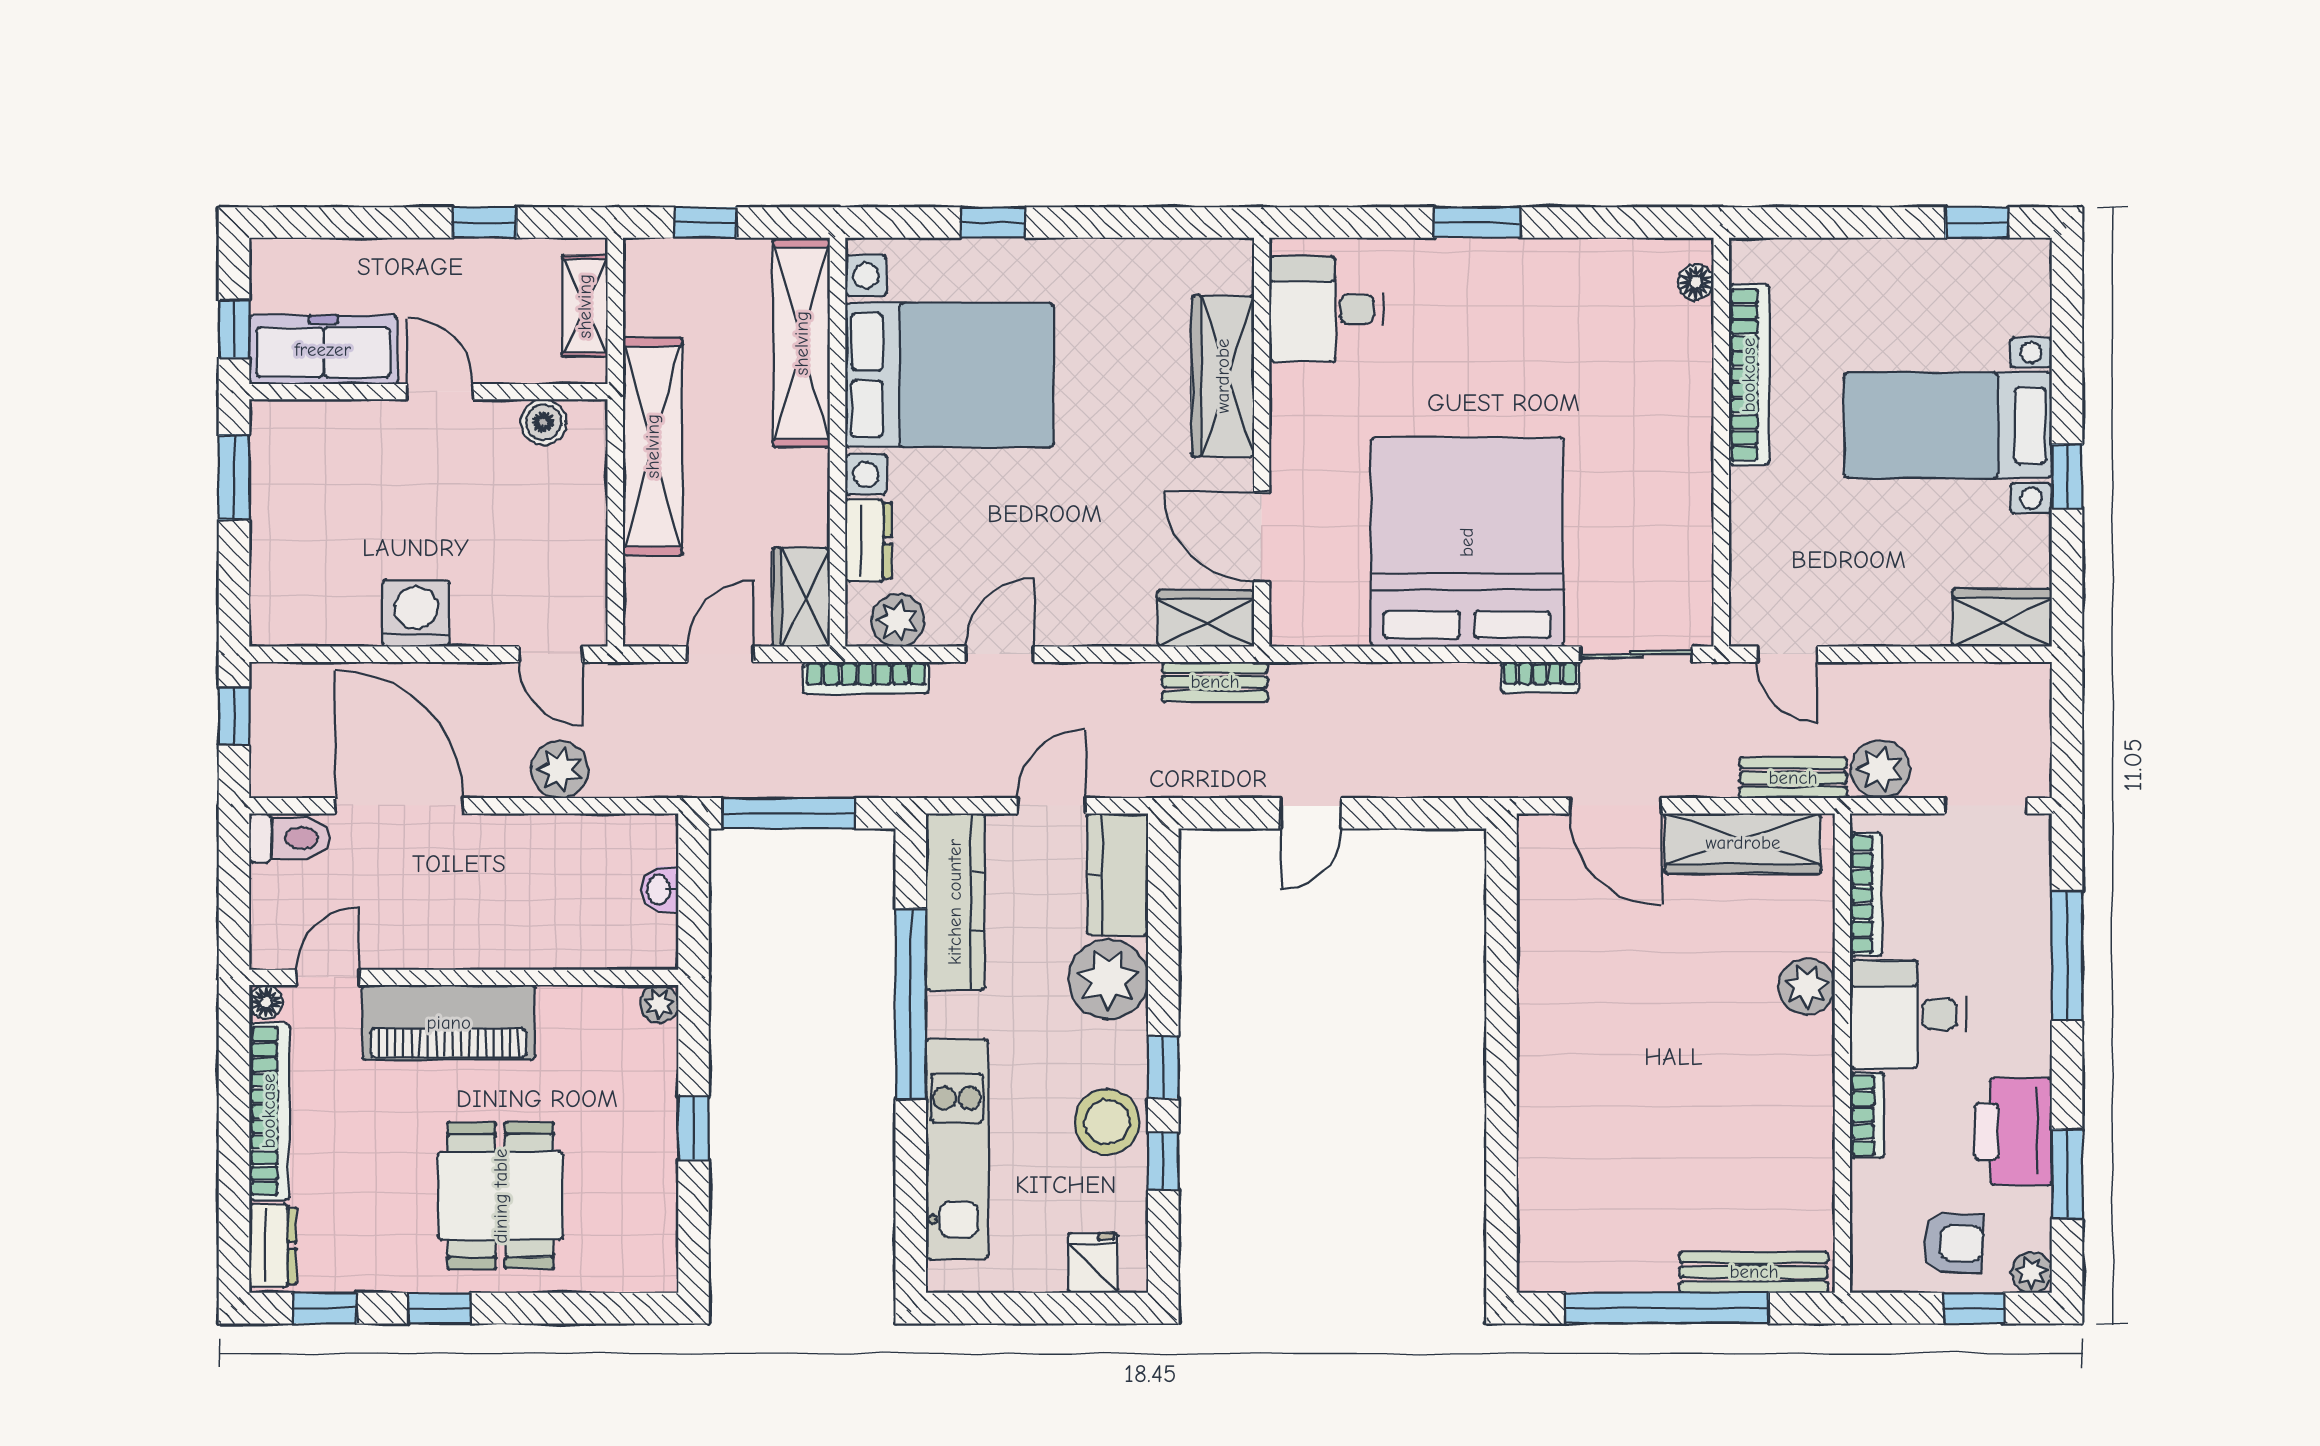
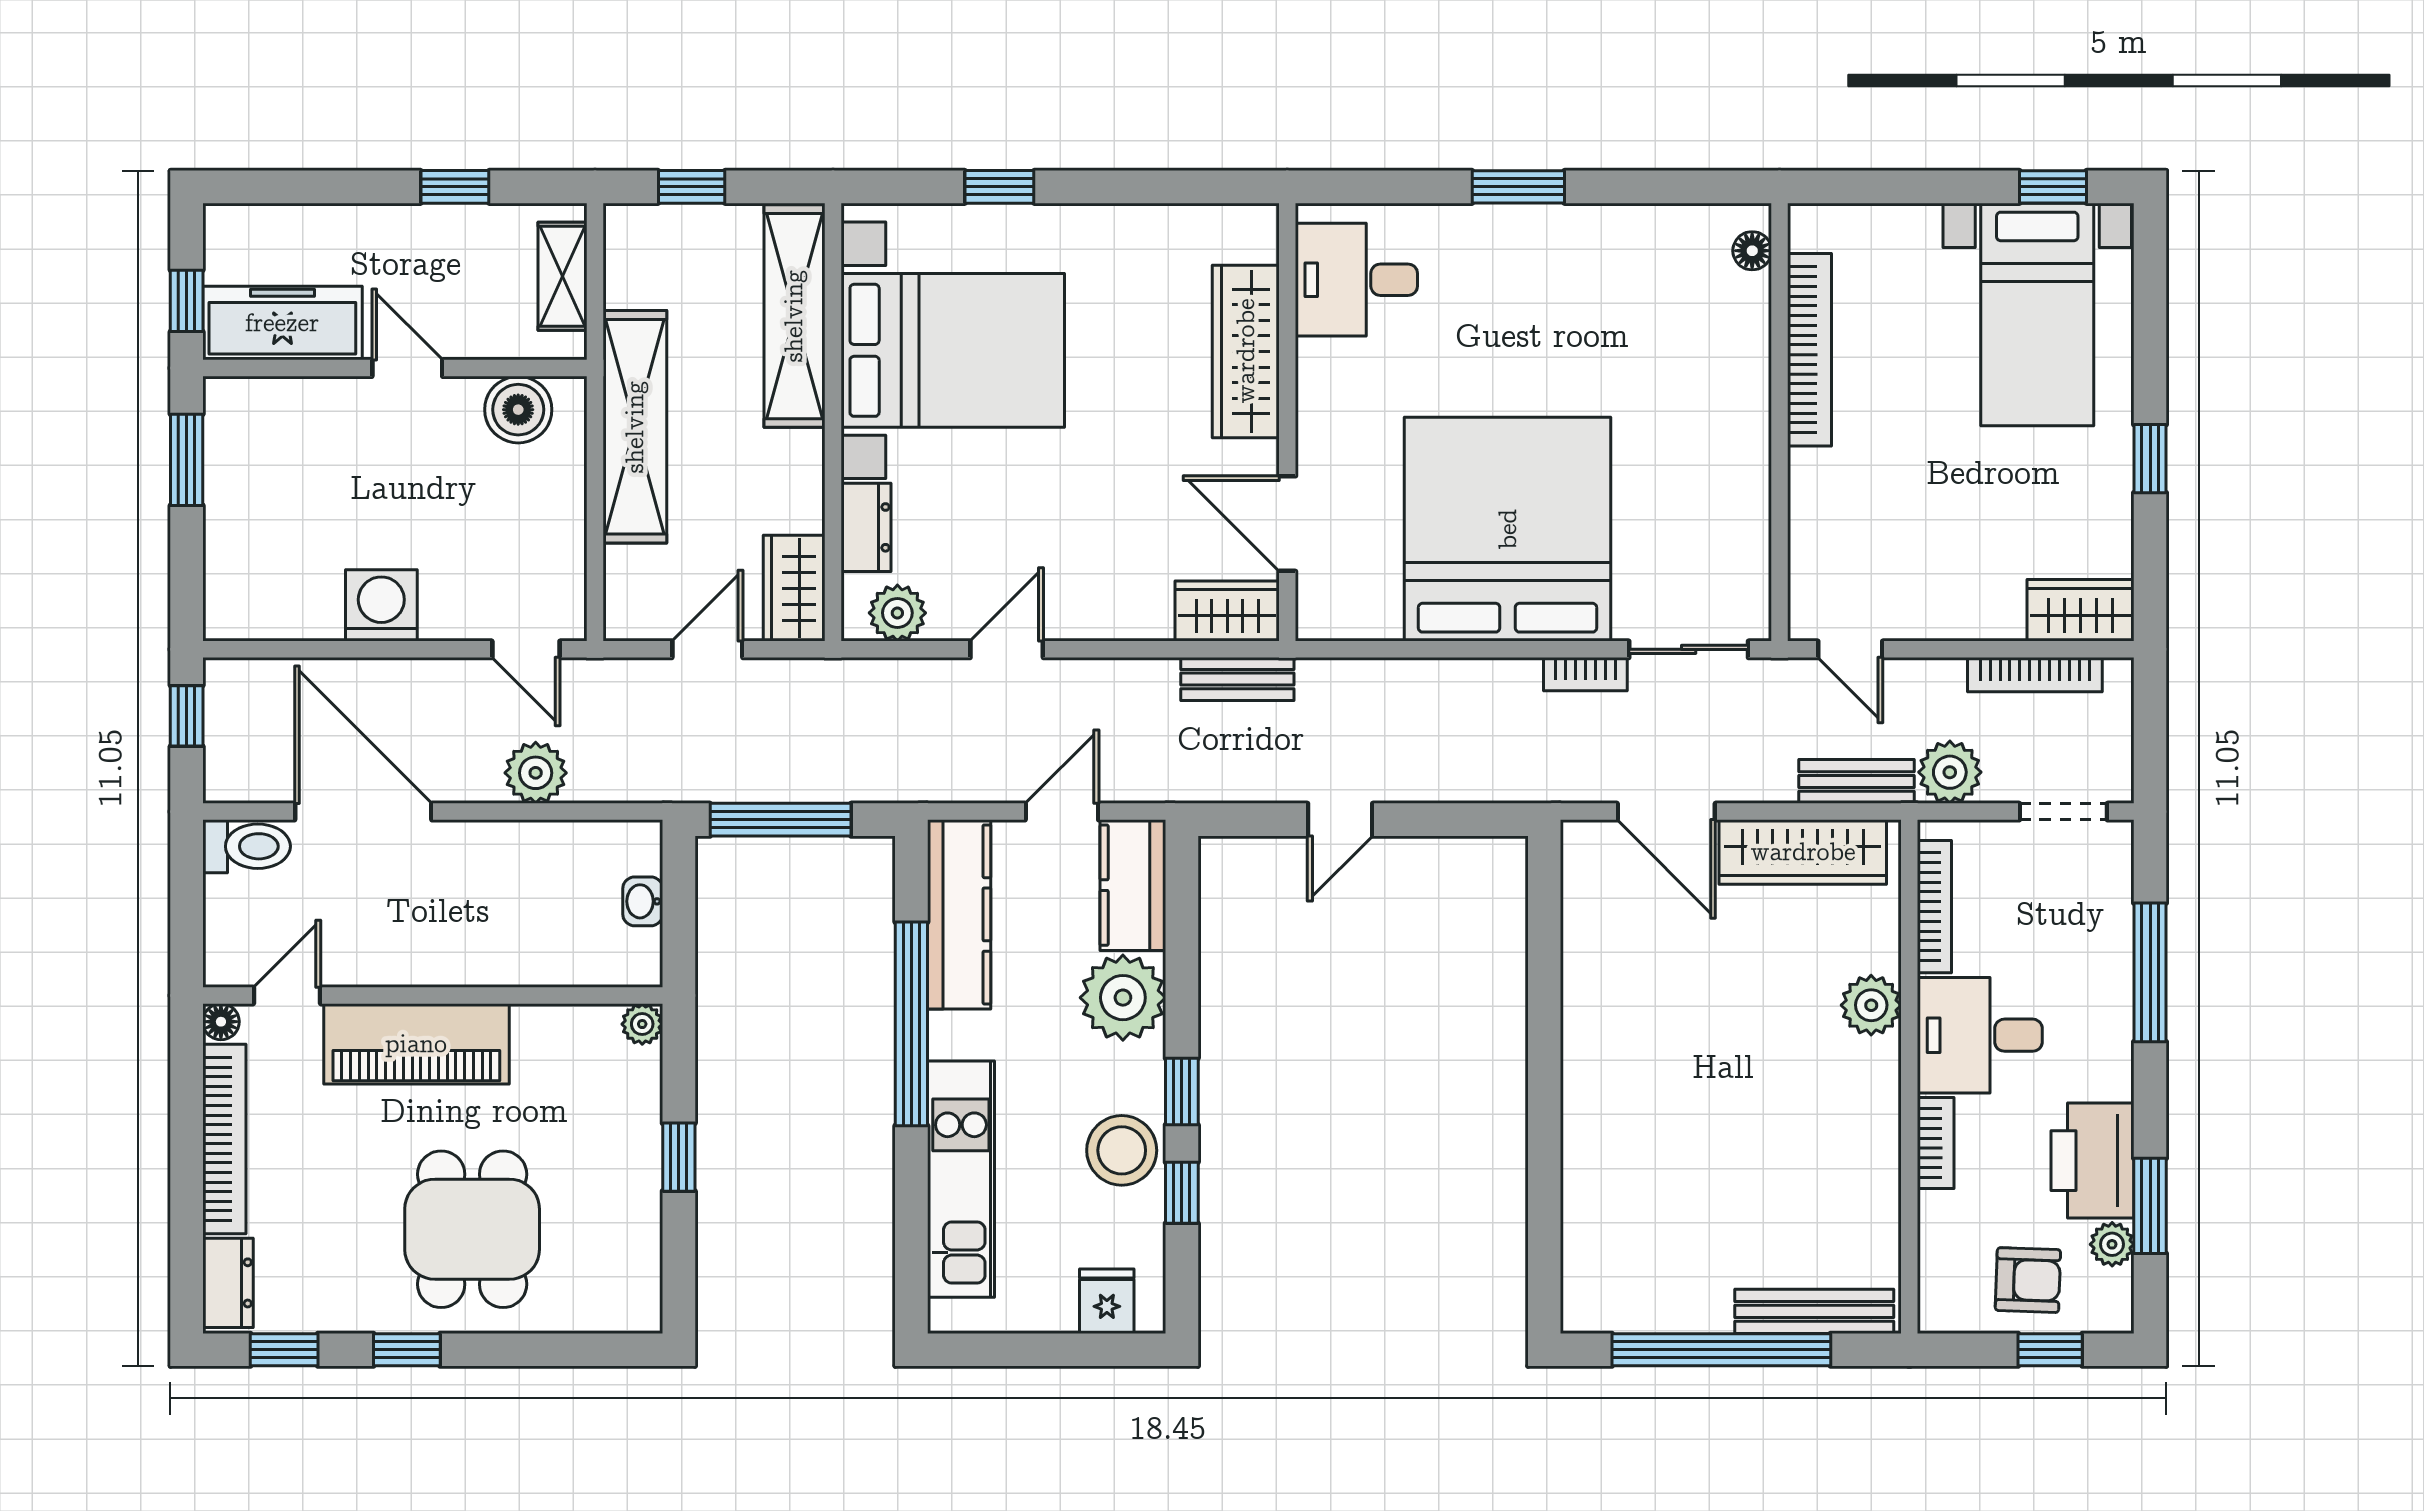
boiler: (544, 422) -> (518, 410), width x1.36, depth x1.36
bed with nightstands: (1948, 425) -> (2037, 314), moved, turned -90
bookcase: (866, 678) -> (2035, 675), moved
plant: (2032, 1273) -> (2112, 1244), moved

